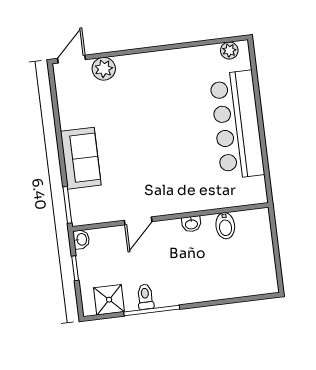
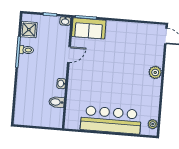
plant: (104, 69) -> (155, 72), moved
sofa: (81, 158) -> (89, 28), moved
door: (138, 221) -> (69, 55), swing flipped

